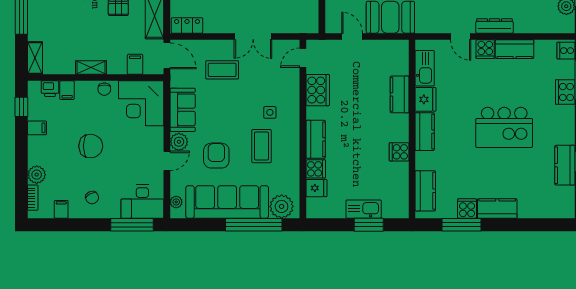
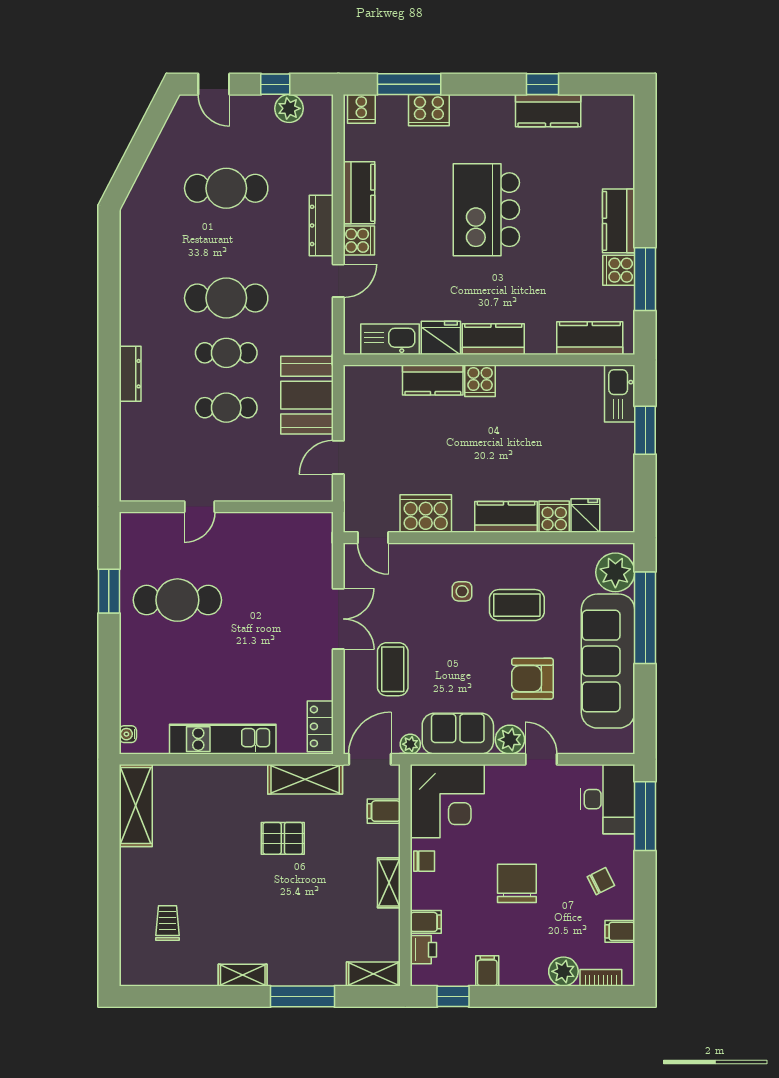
kitchen island: (504, 127) -> (486, 210), turned 180
cooker: (399, 152) -> (480, 381), moved
plant: (176, 202) -> (410, 744), moved
kitchen sink: (364, 209) -> (620, 394), moved

